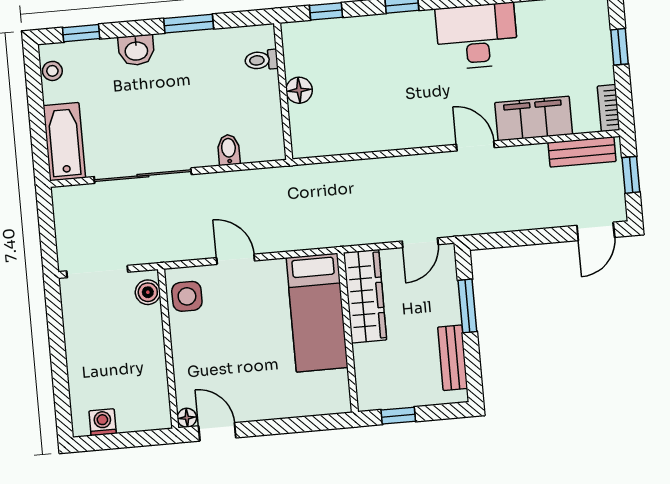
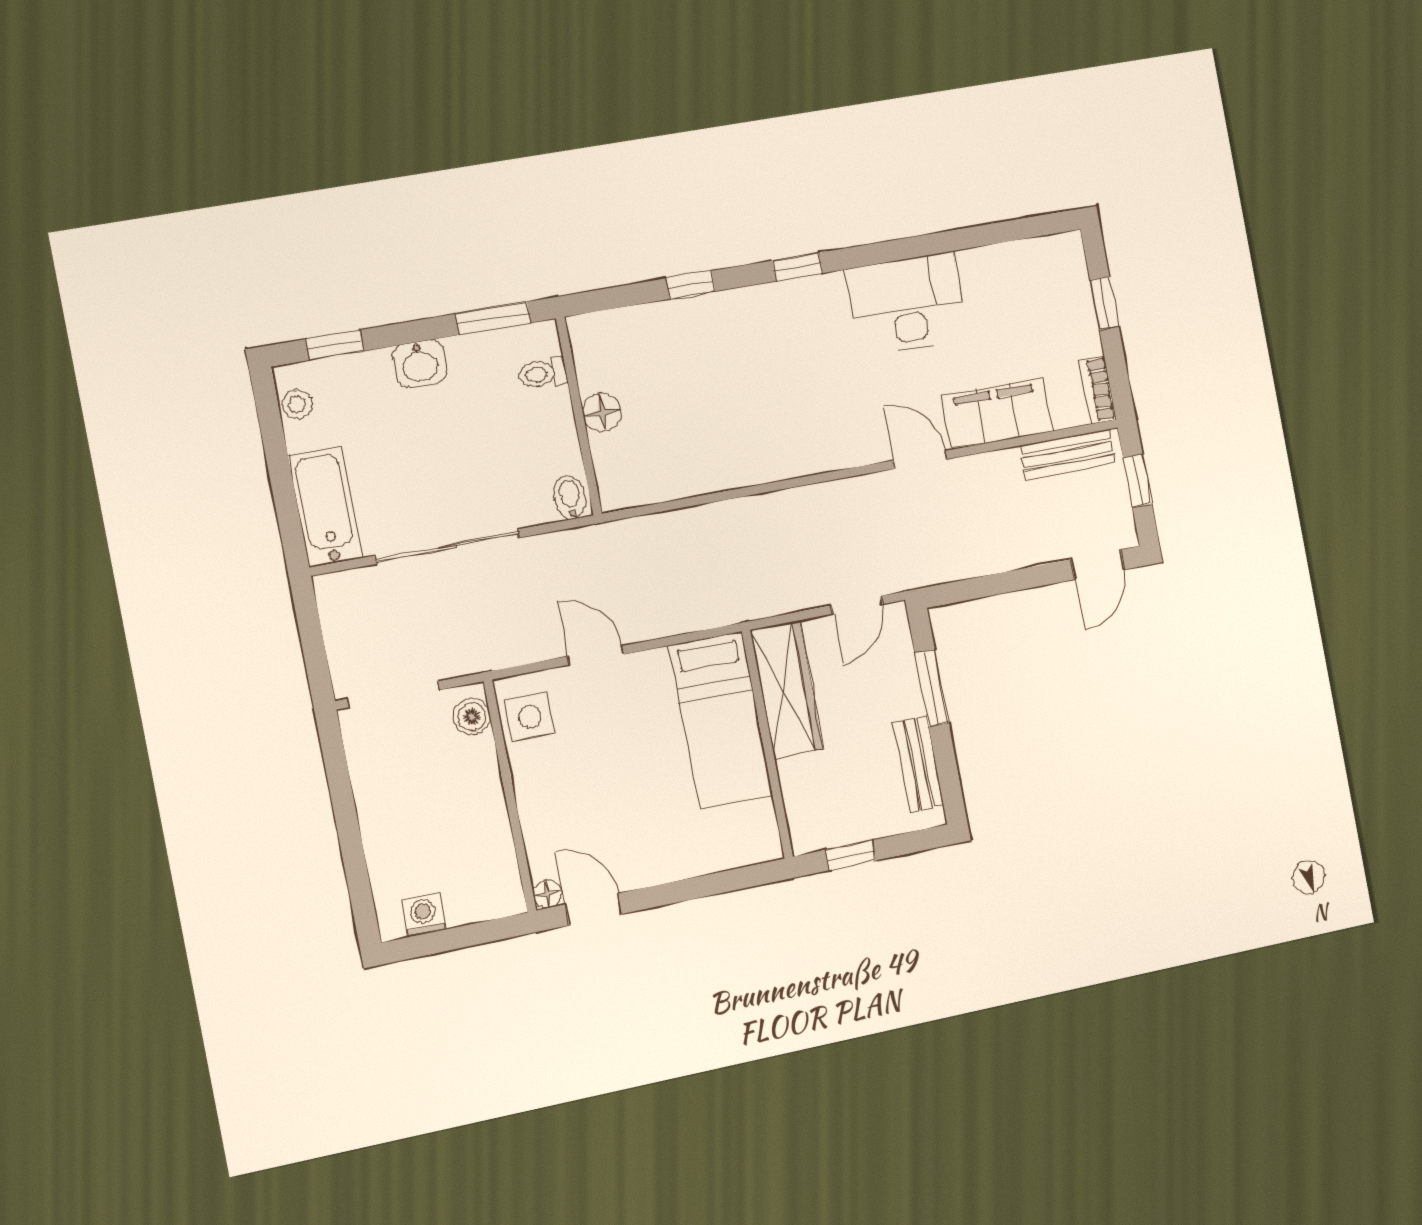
toilet: (261, 60) -> (543, 373), moved
floor lamp: (299, 90) -> (602, 413), moved
wall: (283, 91) -> (579, 416), moved

